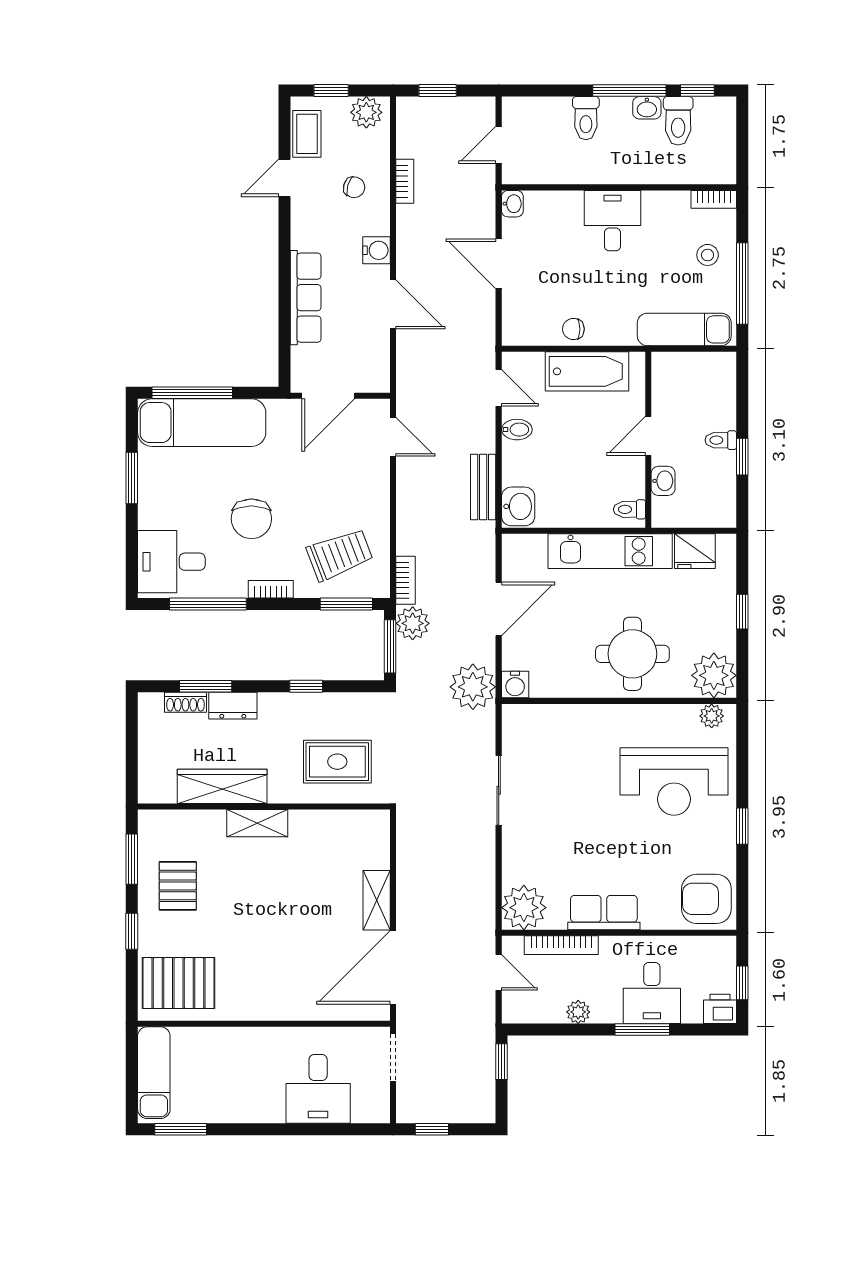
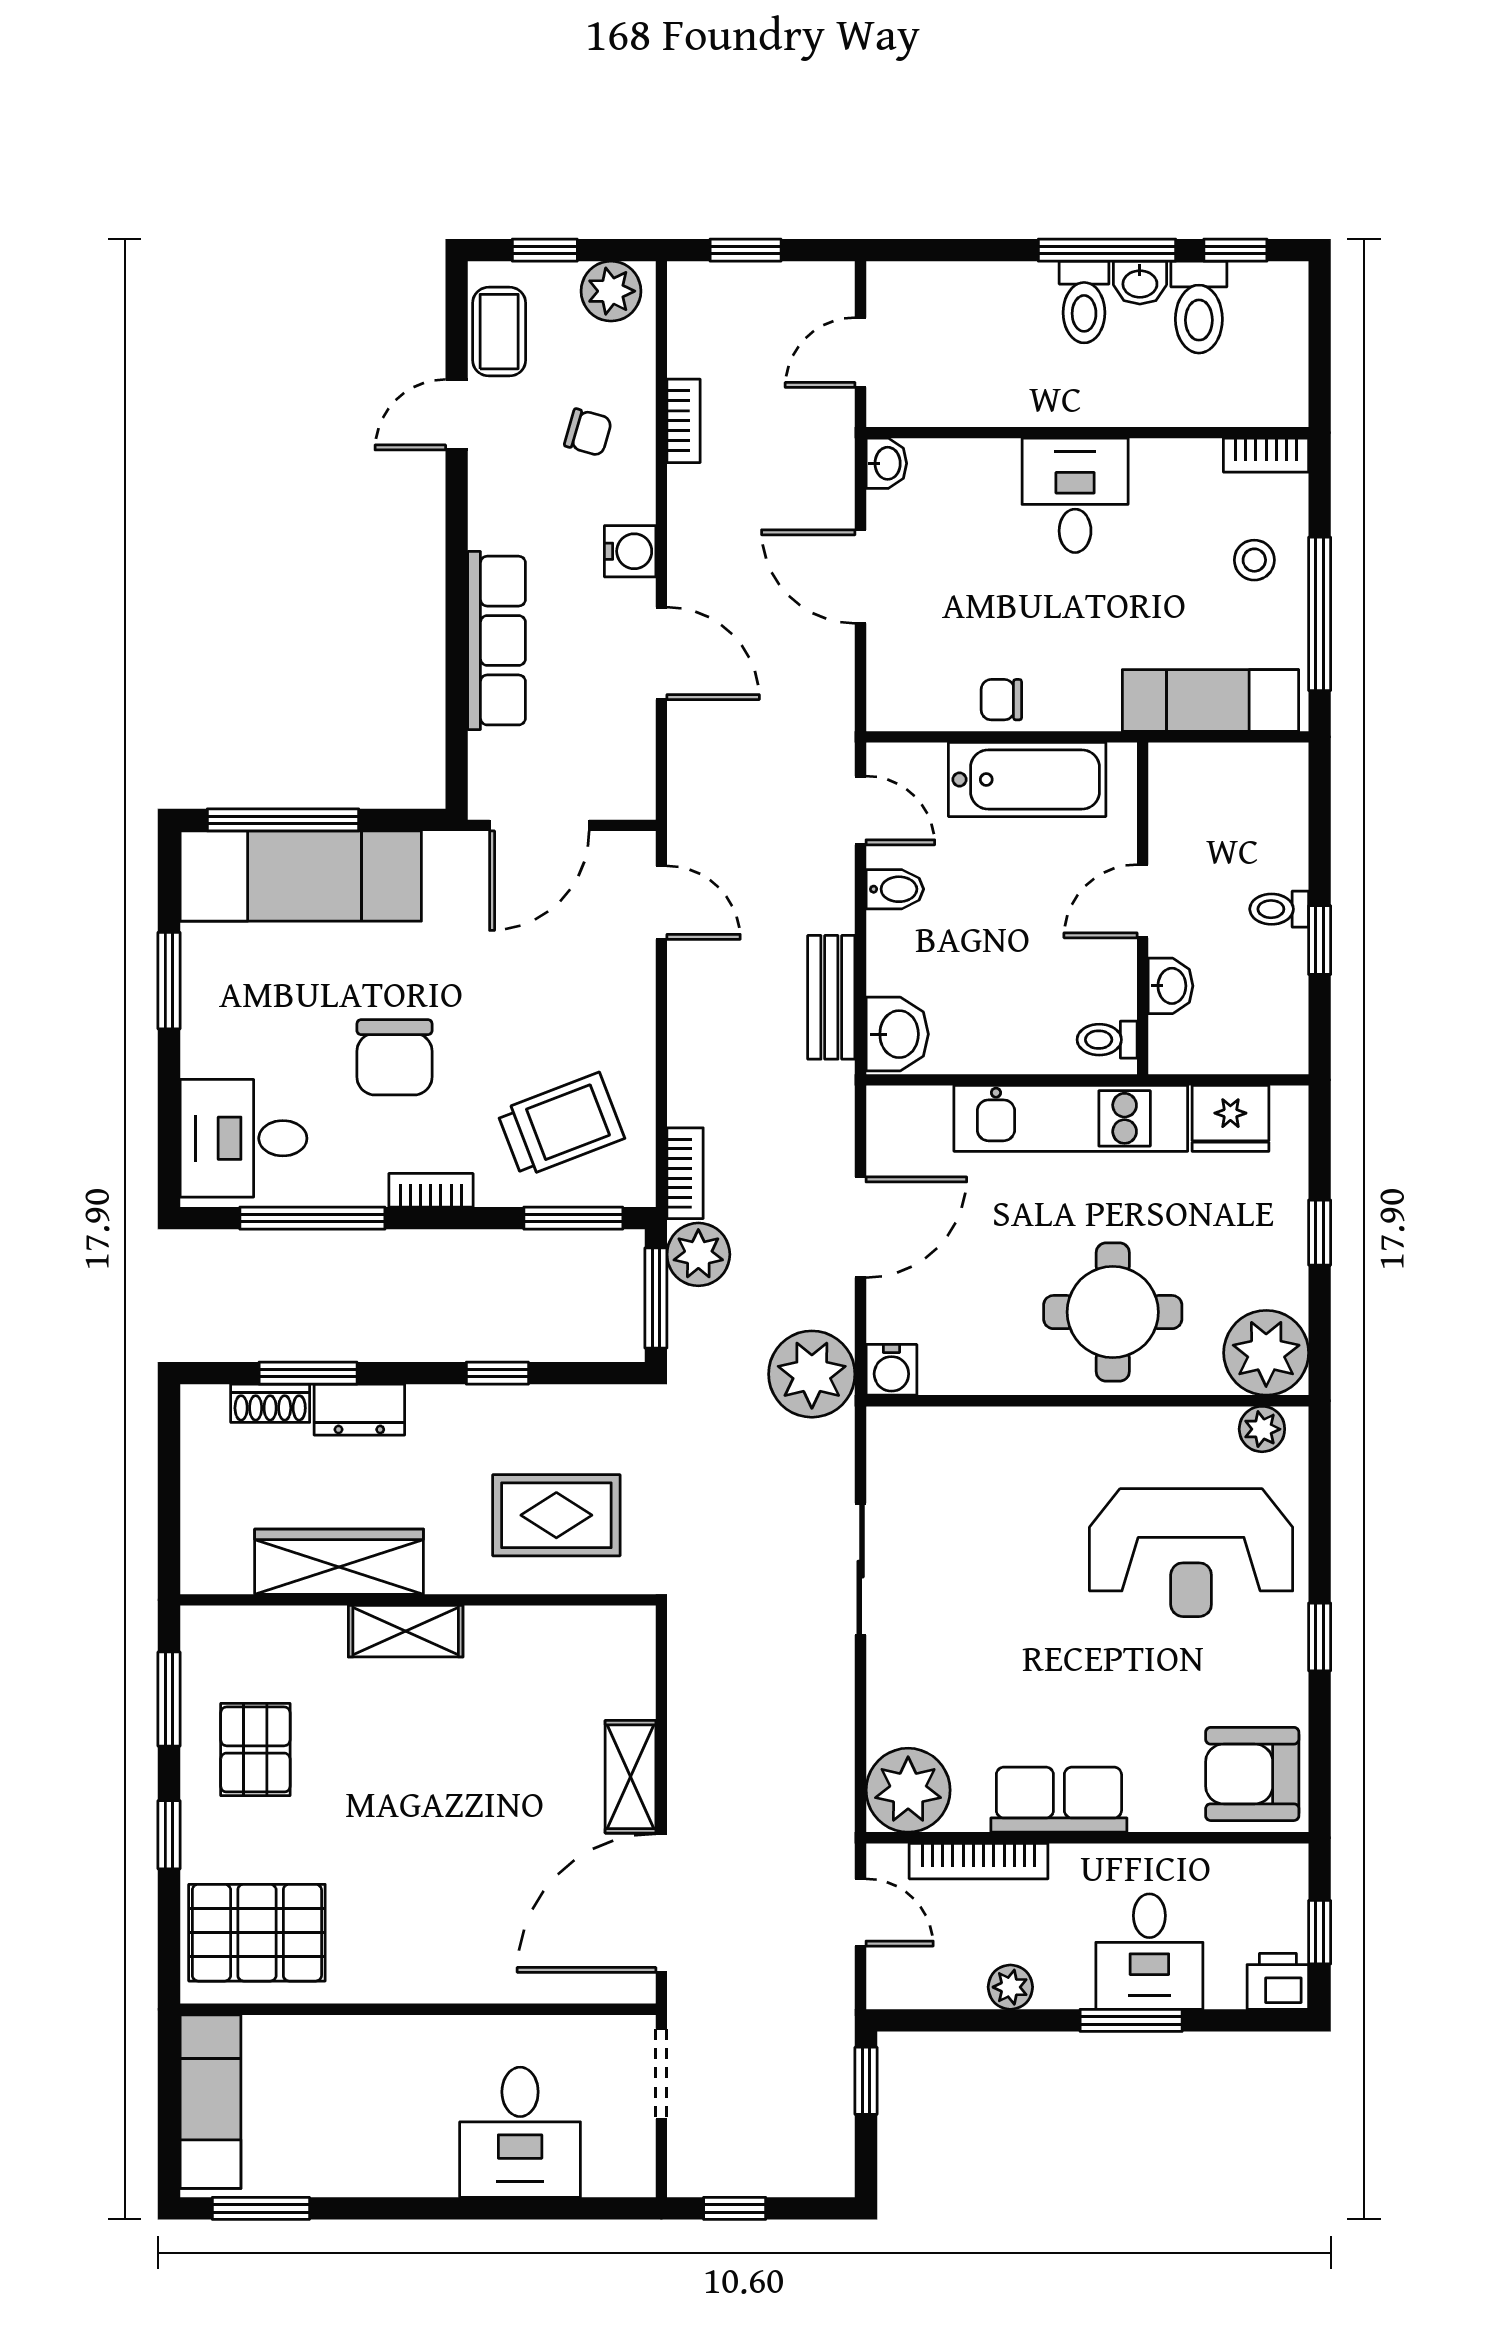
toilet: (586, 118) -> (1084, 302), moved

